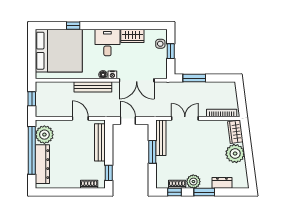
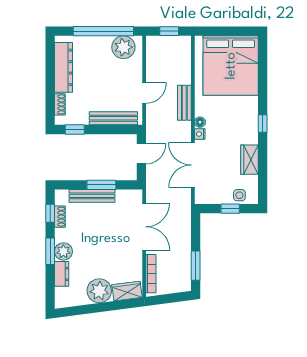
window: (73, 26) -> (263, 124), moved
desk: (107, 43) -> (241, 128), removed
window: (194, 78) -> (196, 266), moved
bench: (93, 87) -> (184, 103), width x0.73
double door: (185, 118) -> (144, 227), width x1.37
bench: (161, 138) -> (92, 196), moved
dresser: (42, 164) -> (64, 67), moved, turned -90
plant: (193, 182) -> (63, 251), moved

